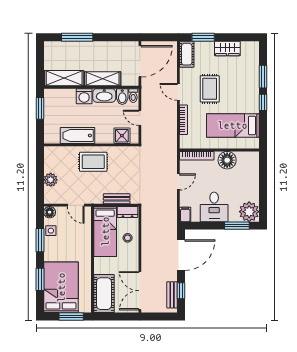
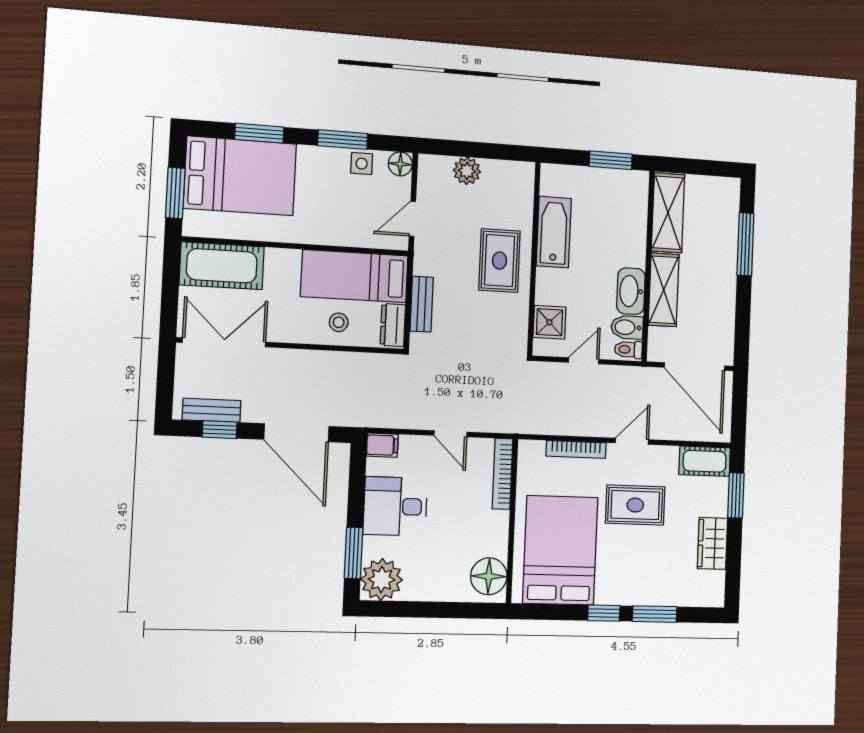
washing machine: (84, 96) -> (631, 251), removed
bed: (233, 125) -> (560, 550), width x1.50
floor lamp: (227, 160) -> (489, 576), moved

